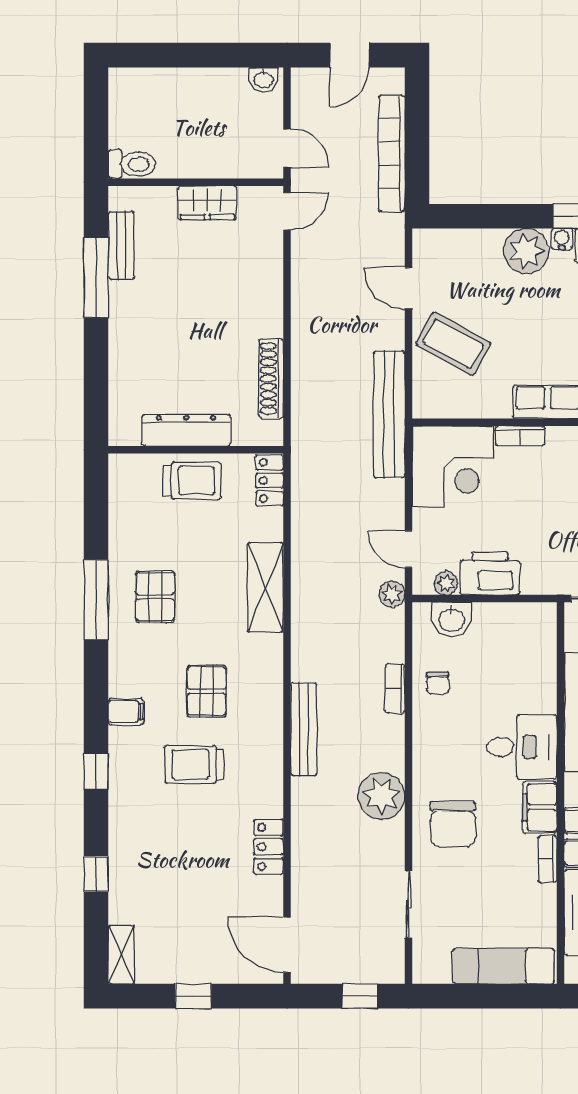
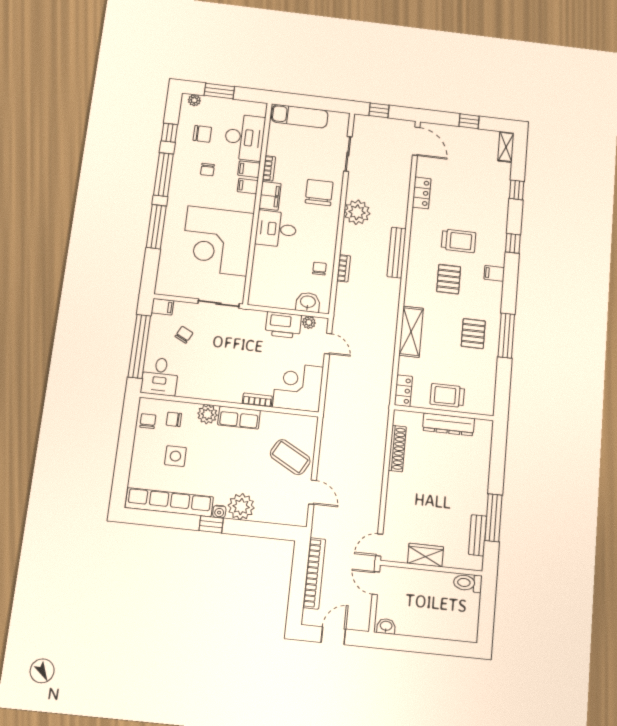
bench: (389, 414) -> (331, 421), removed
plant: (392, 594) -> (340, 320), removed

